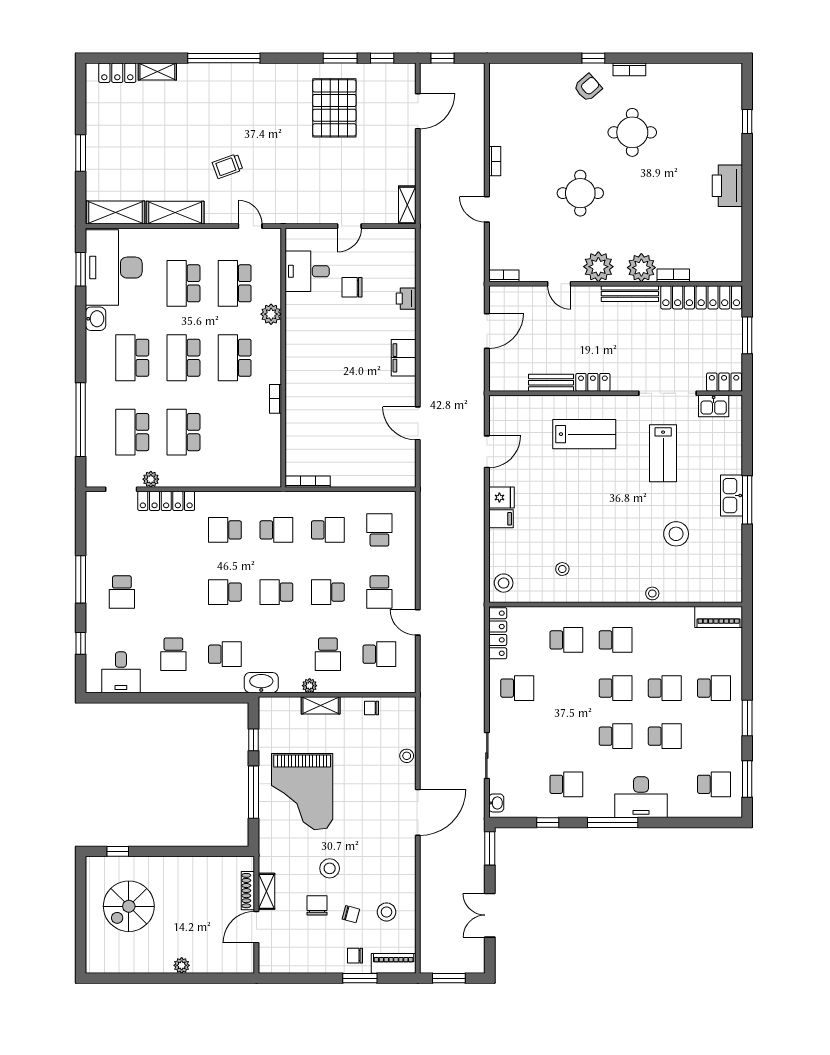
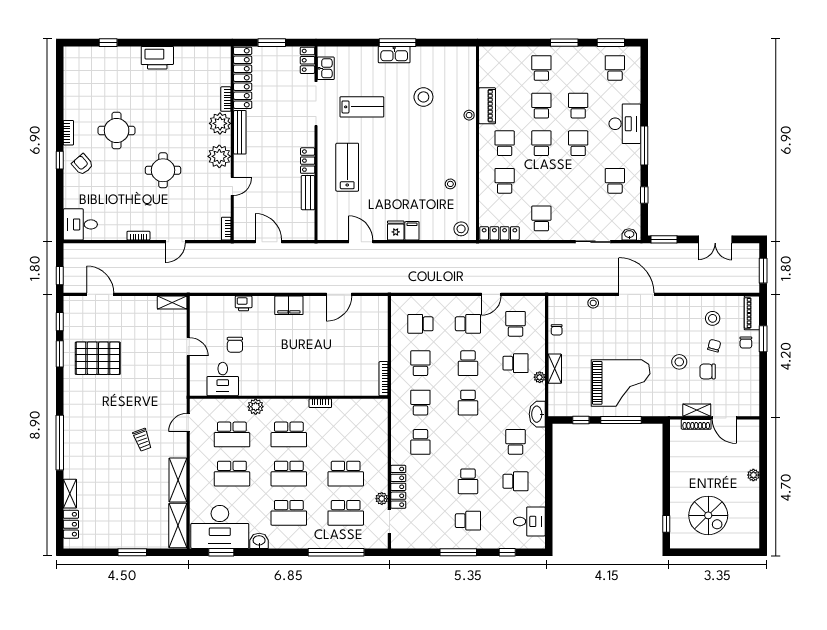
desk: (509, 85) -> (80, 224), added
school desk: (225, 592) -> (468, 481), moved
piano: (719, 617) -> (487, 106), moved

